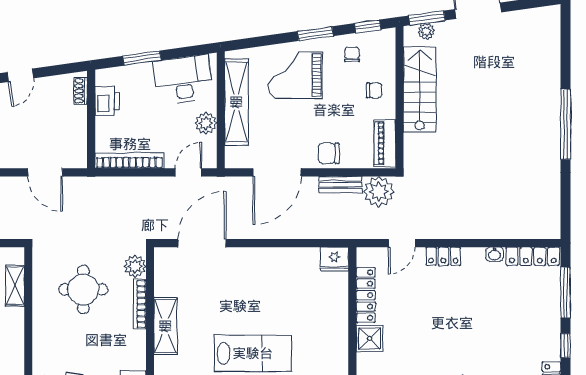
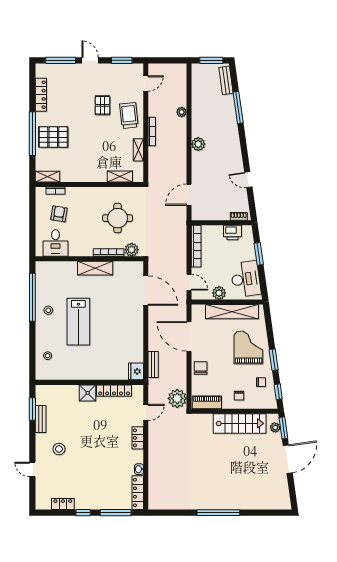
bench: (340, 185) -> (153, 364), moved
door: (402, 243) -> (146, 413), swing flipped

